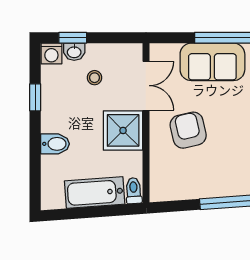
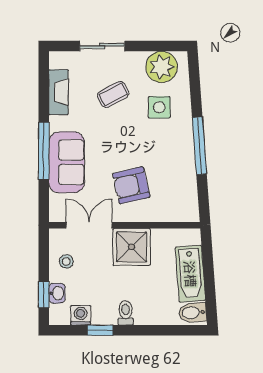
washing machine: (51, 54) -> (81, 315), moved, turned -90
stool: (95, 78) -> (66, 261), moved
bidet: (55, 144) -> (193, 313), moved, turned -94
toilet: (134, 191) -> (126, 313), moved, turned 94

